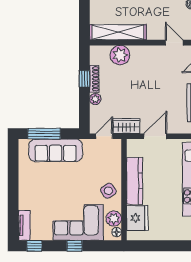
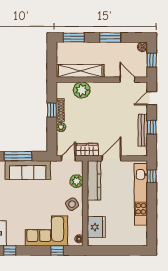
kitchen counter: (134, 181) -> (94, 180), moved
plant: (114, 219) -> (77, 181), moved
window: (74, 246) -> (57, 250), moved

